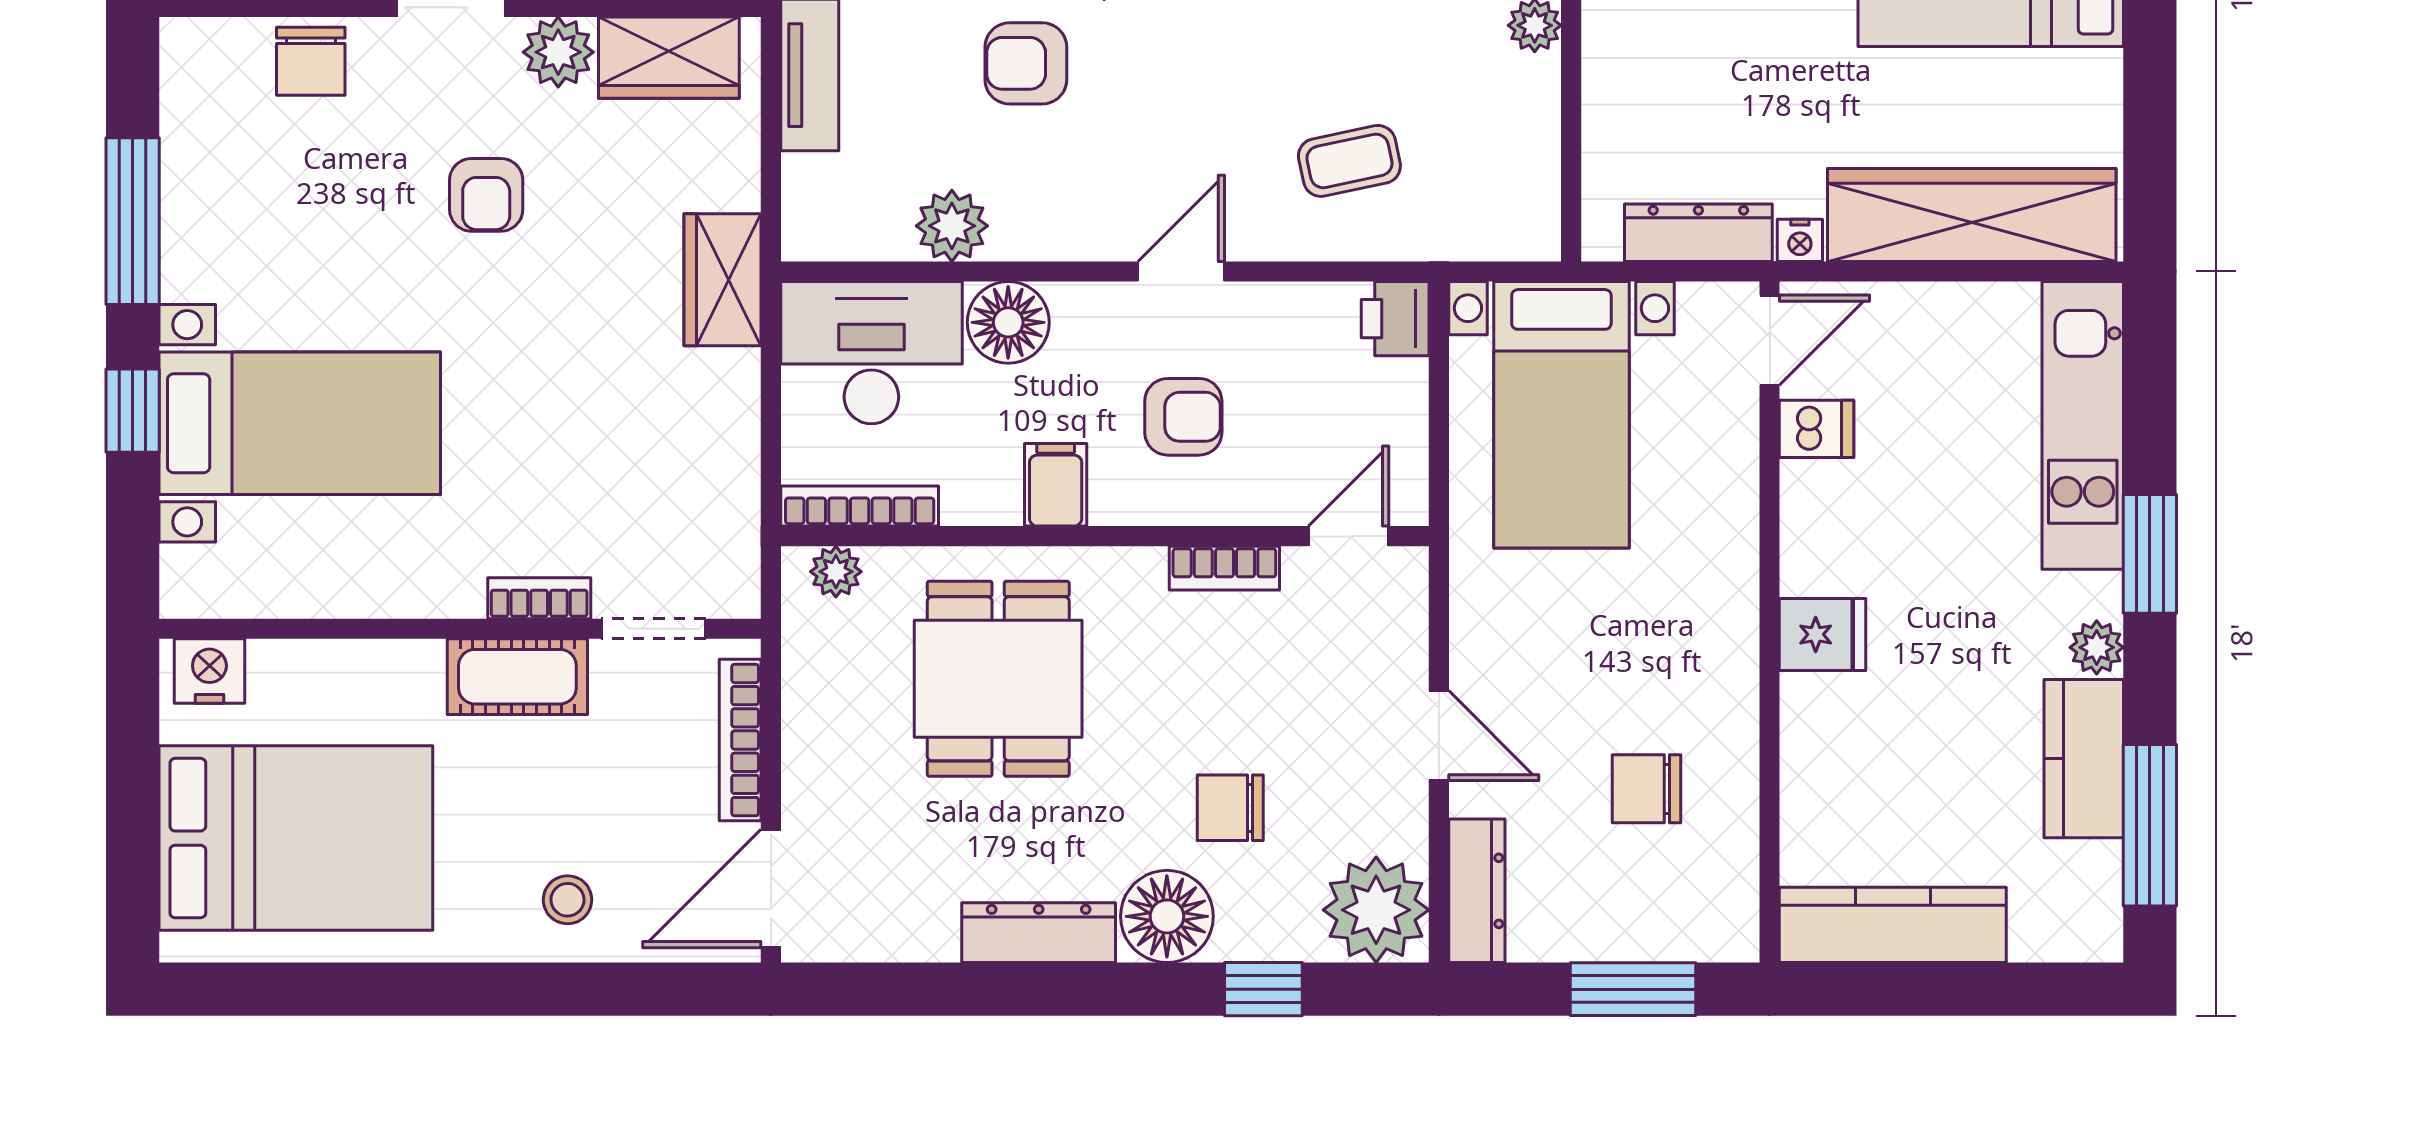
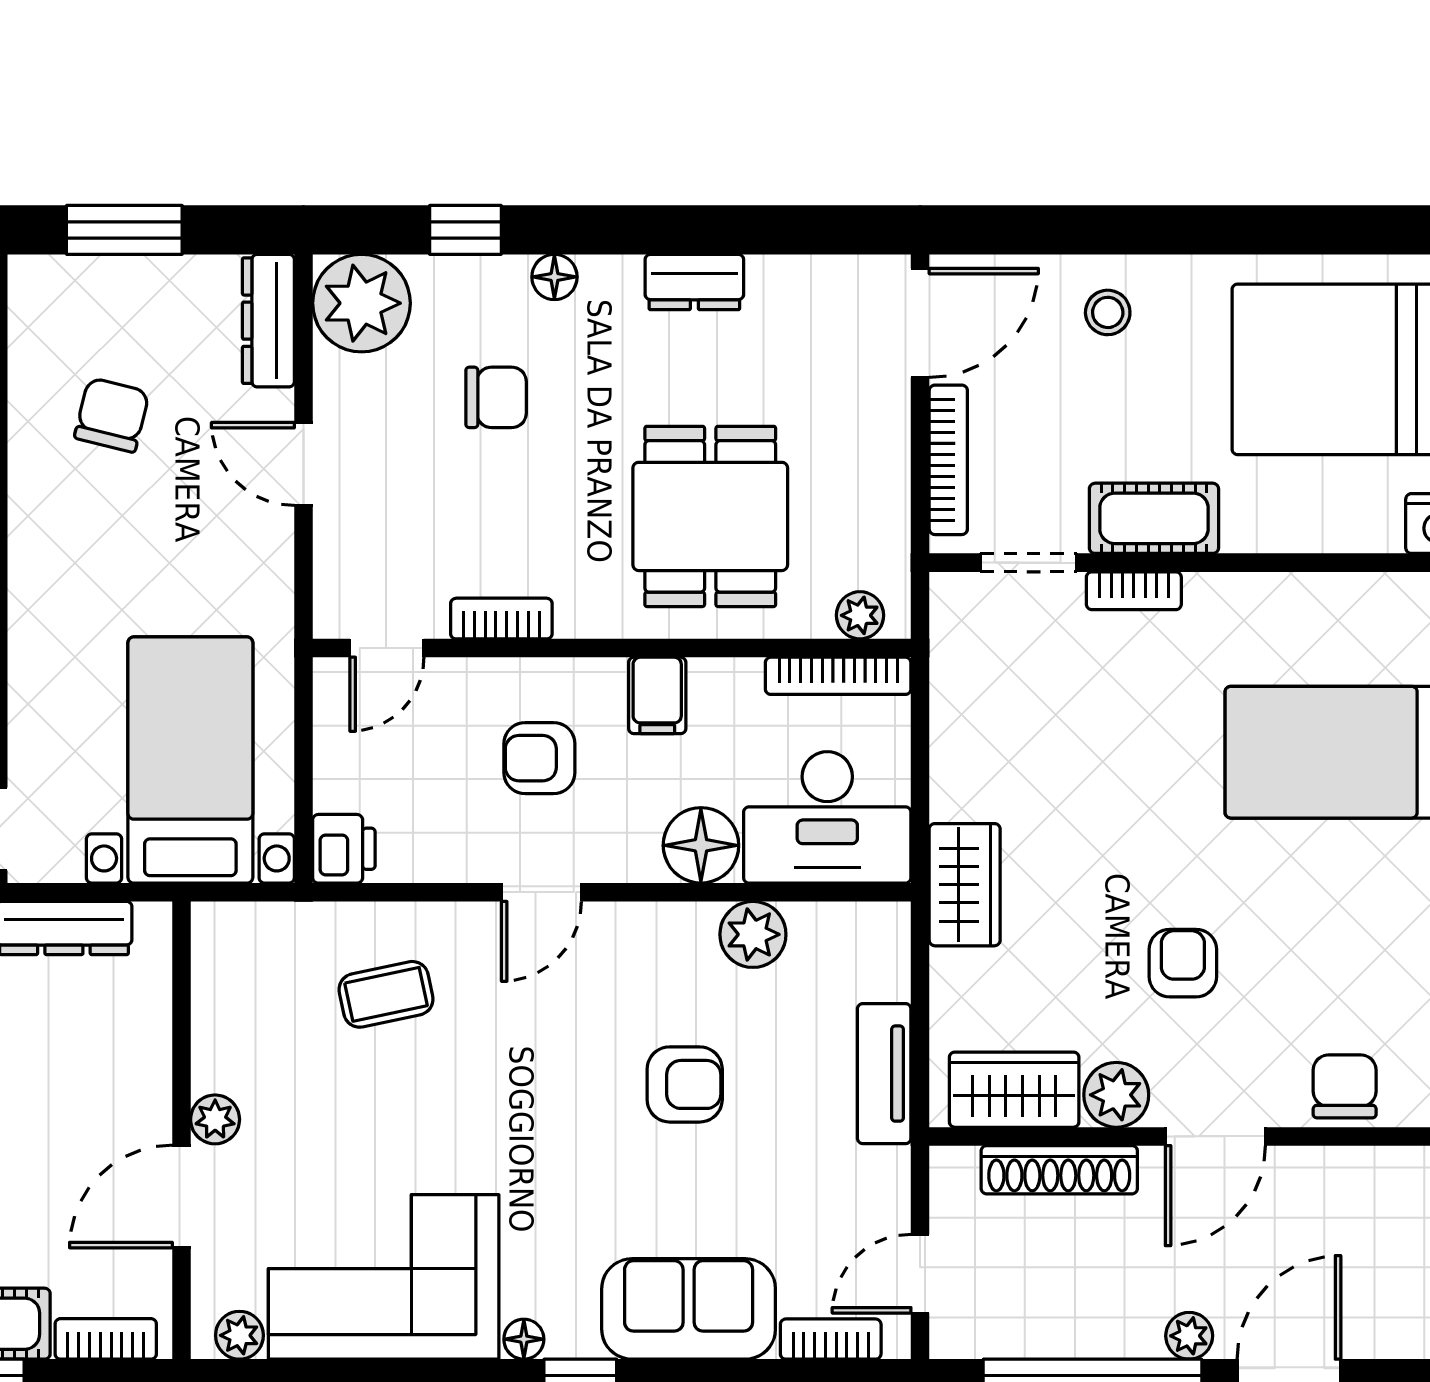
chair: (1646, 789) -> (112, 415), turned -76
floor lamp: (1167, 916) -> (554, 277), width x0.53, depth x0.53
dresser: (1039, 933) -> (694, 282), width x0.70

